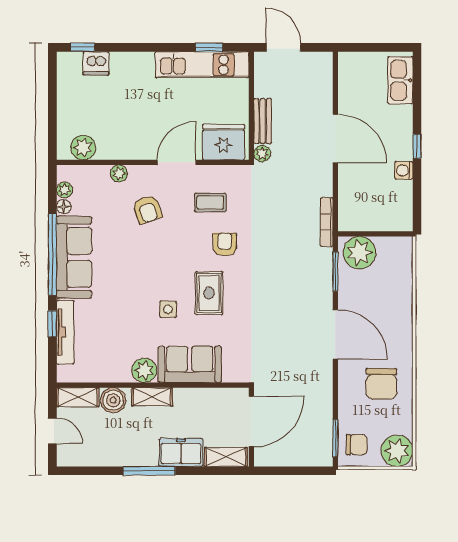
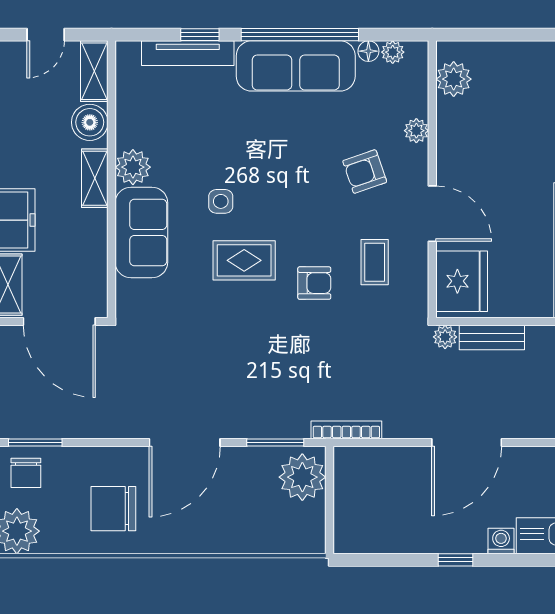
washing machine: (404, 170) -> (501, 541), moved

